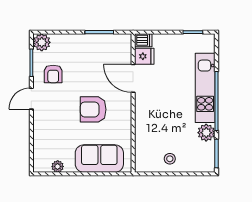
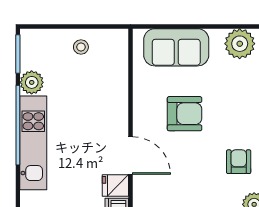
plant: (58, 166) -> (240, 44), width x1.88, depth x1.88

